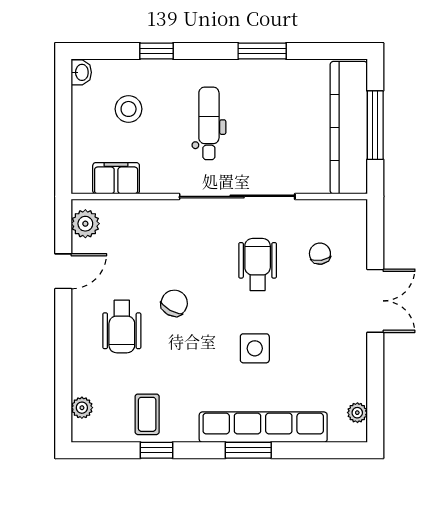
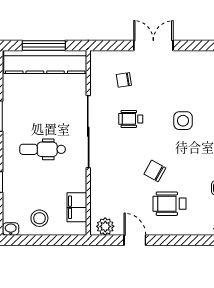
stool: (129, 109) -> (39, 218), moved
wheelchair: (258, 264) -> (131, 119), width x0.73, depth x0.73
wheelchair: (122, 327) -> (169, 204), turned 180

